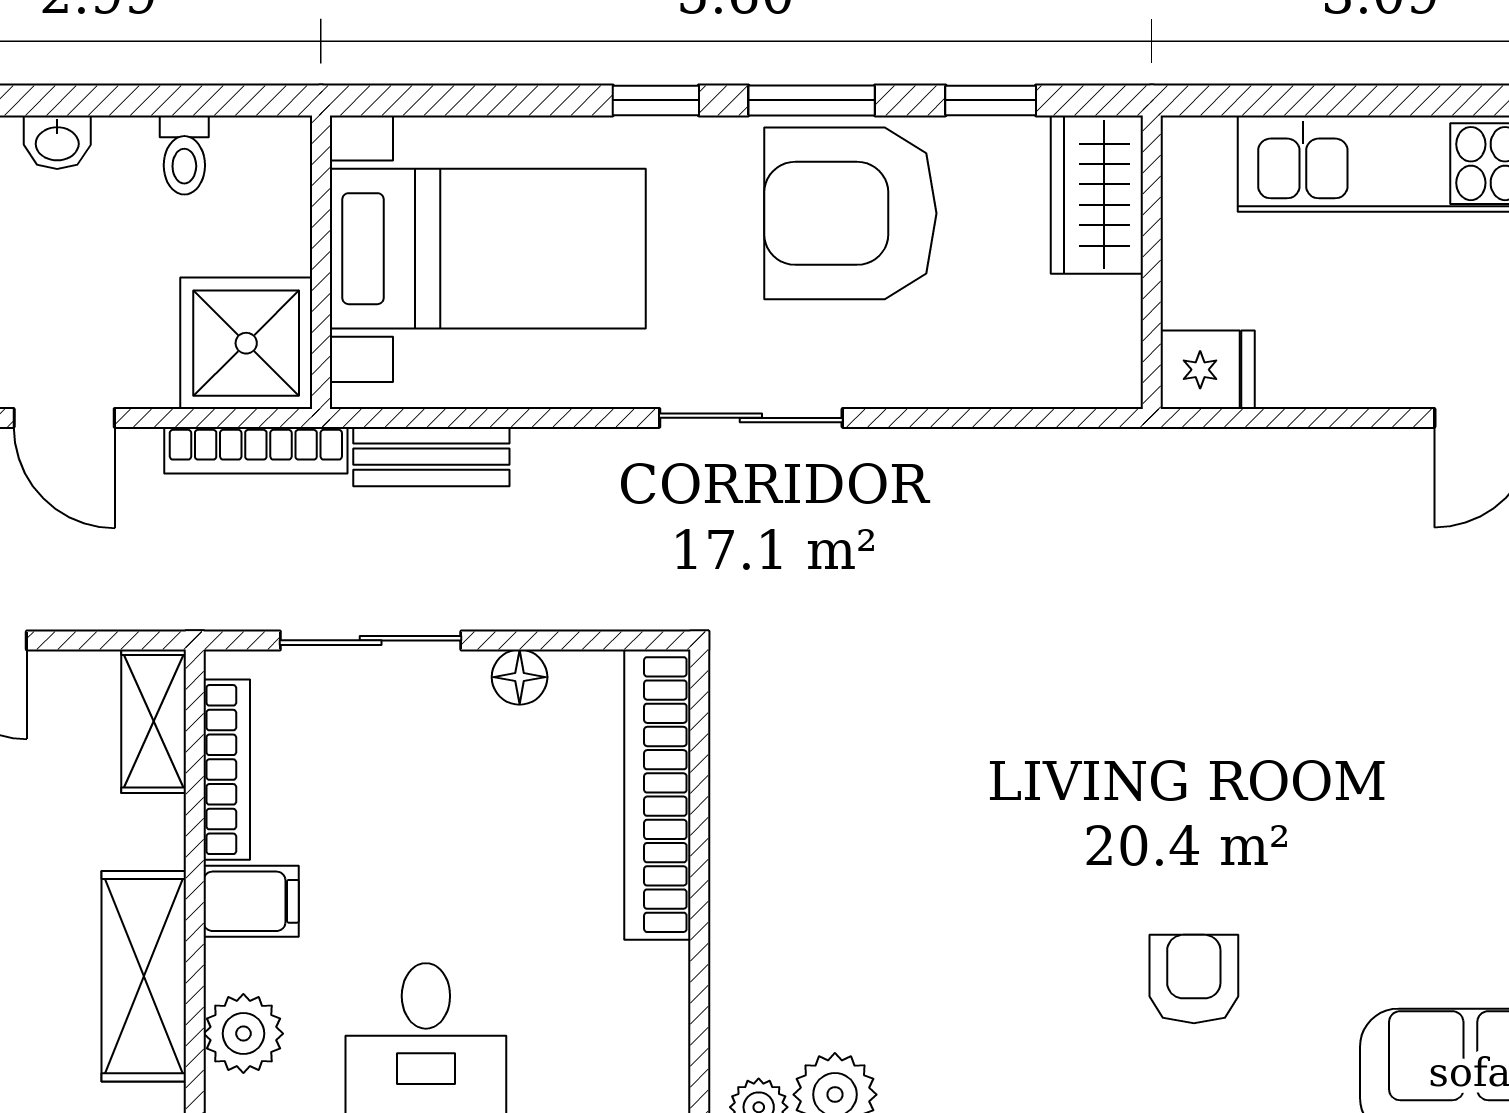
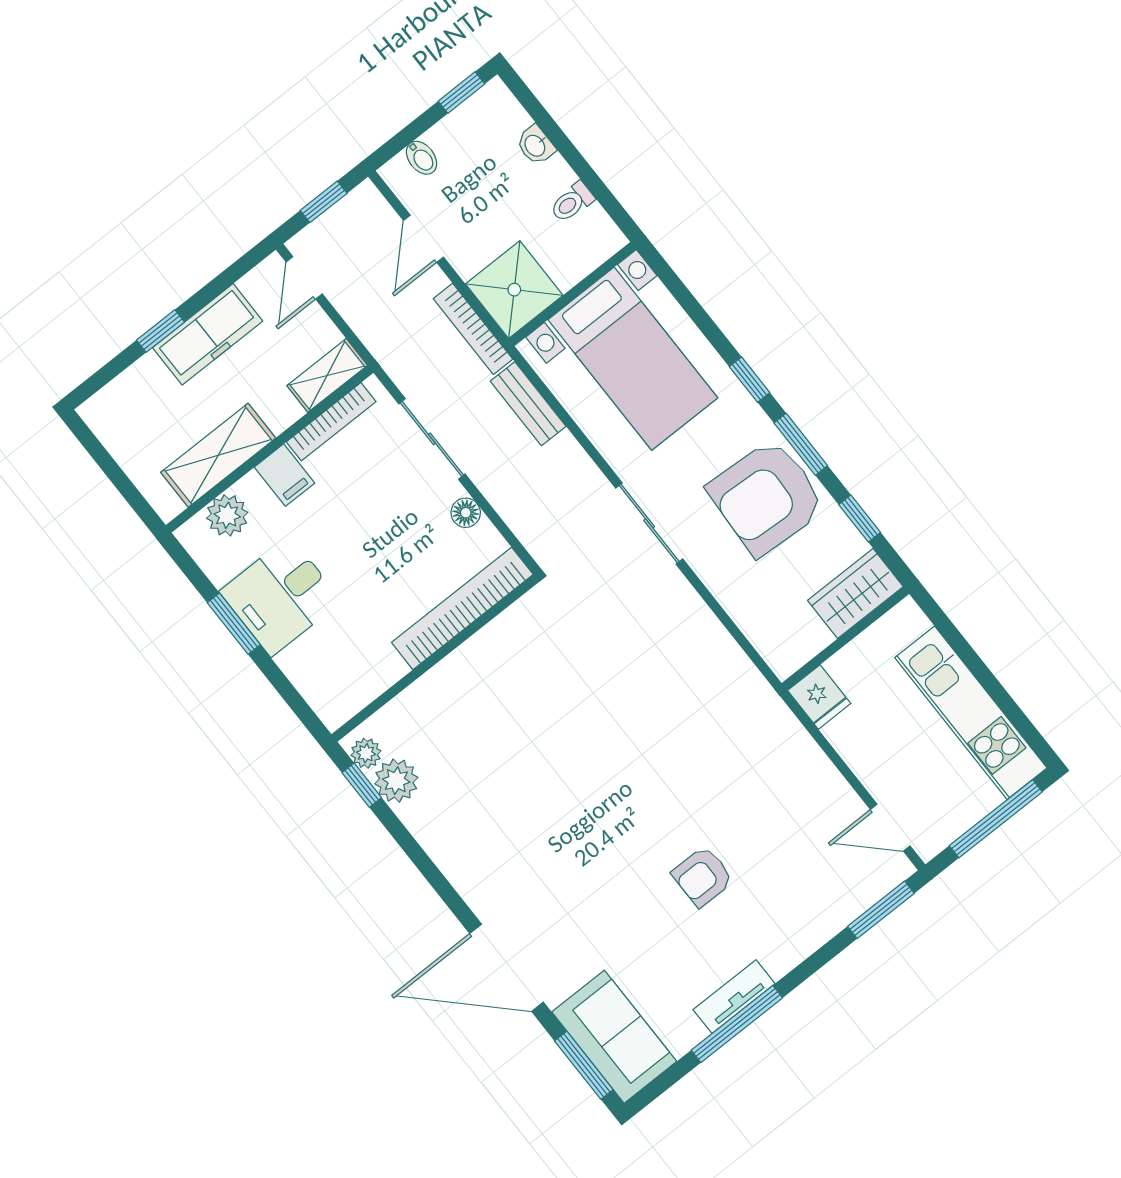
armchair: (850, 213) -> (767, 497), turned -87
armchair: (1194, 979) -> (703, 877), moved, turned 180

